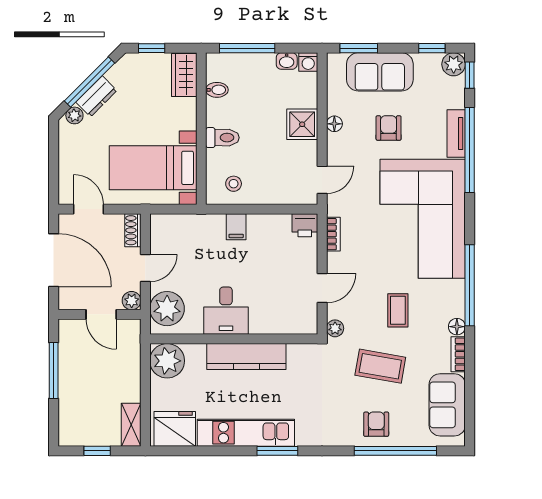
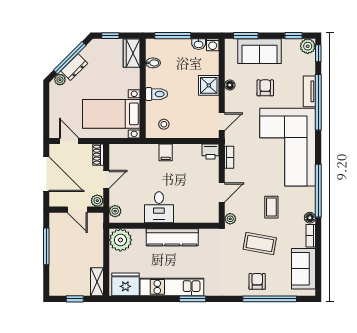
plant: (167, 309) -> (115, 211), width x0.53, depth x0.53

